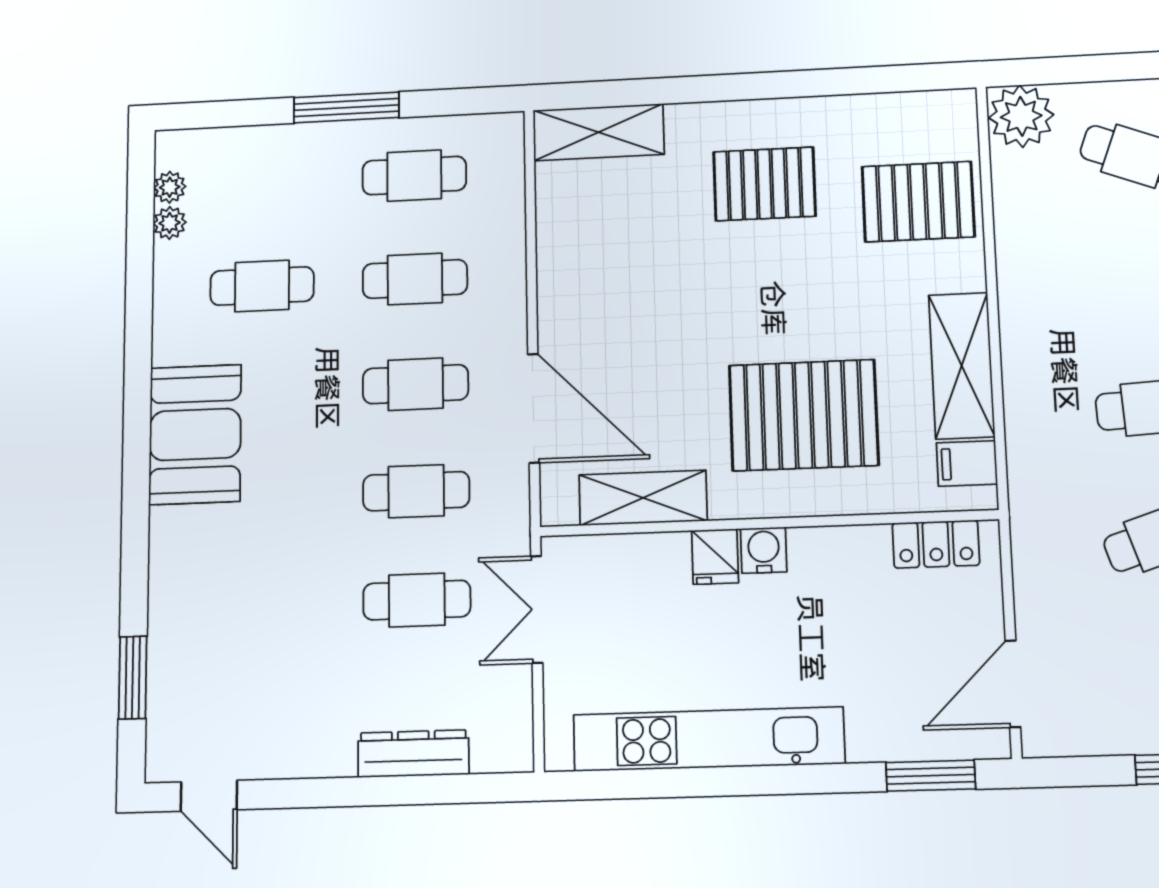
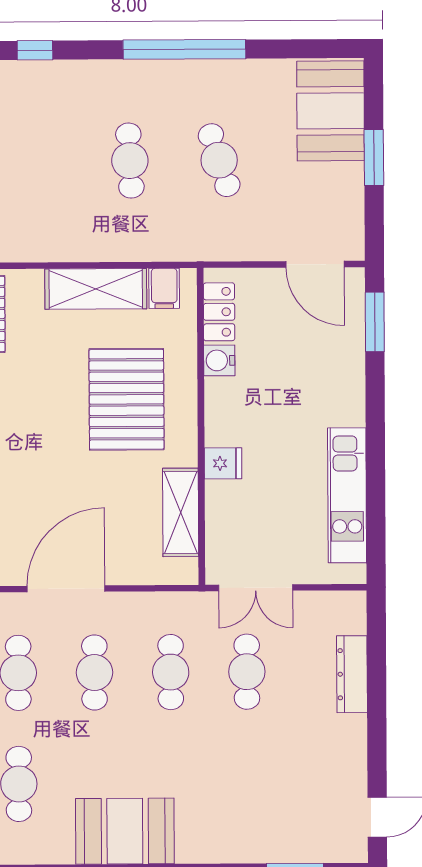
door: (534, 408) -> (66, 589), moved
water cooler: (764, 550) -> (219, 360), moved
kitchen unit: (709, 739) -> (347, 495), width x0.73

